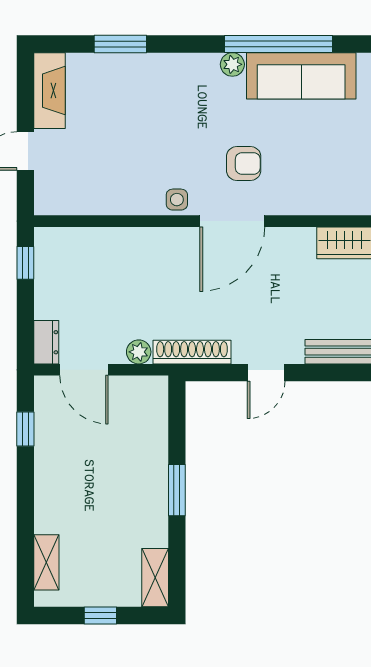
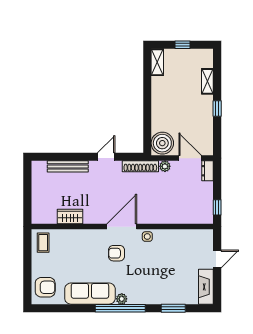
window: (278, 44) -> (120, 308), moved
boiler: (144, 402) -> (162, 143), added
window: (25, 429) -> (217, 109), moved
window: (177, 490) -> (147, 103), removed
shelving: (46, 562) -> (207, 81), moved

